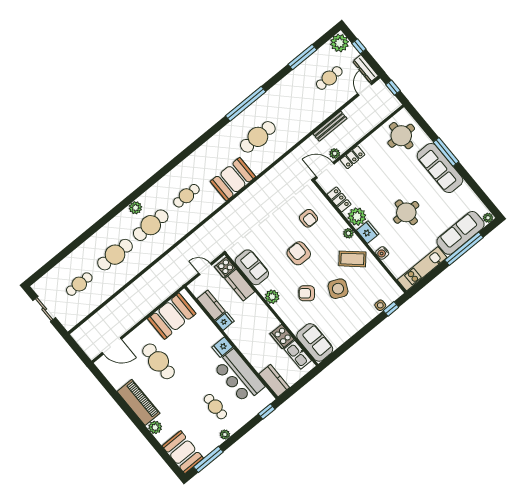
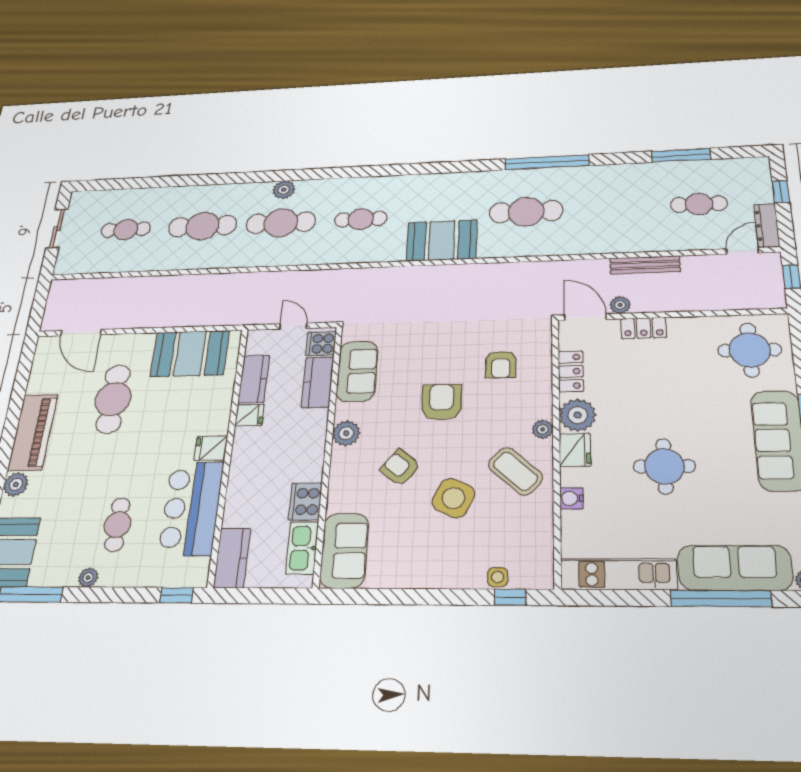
plant: (340, 43) -> (753, 171), removed

